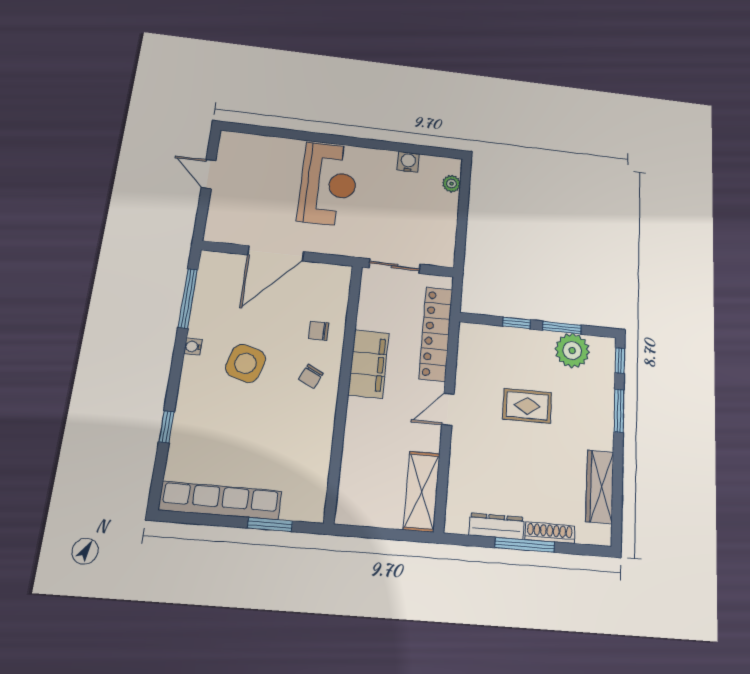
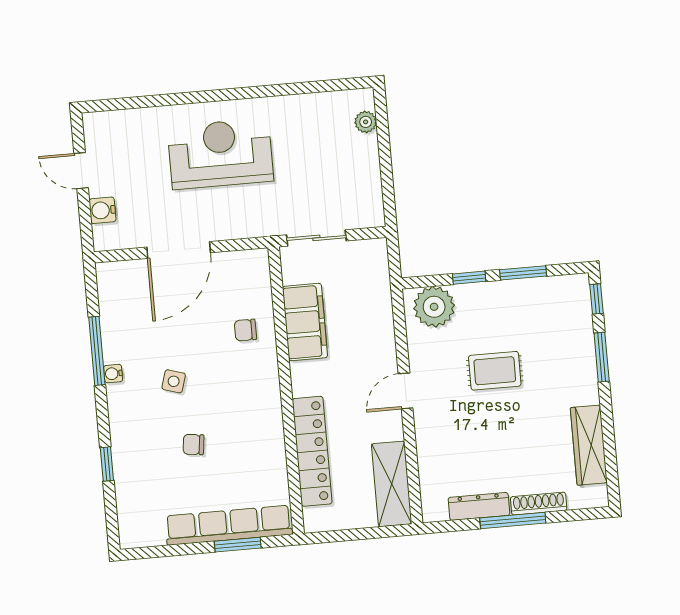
water cooler: (408, 162) -> (103, 210), moved, turned -90
reception desk: (328, 184) -> (220, 154), turned -90
window: (188, 298) -> (97, 351), moved
locker: (436, 334) -> (312, 451), moved, turned 180
plant: (572, 351) -> (434, 307), moved
side table: (245, 363) -> (174, 381), width x0.54, depth x0.54
filing cabinet: (368, 364) -> (305, 322), moved
chair: (311, 376) -> (194, 444), moved, turned 71
row of seats: (220, 501) -> (229, 525), moved

